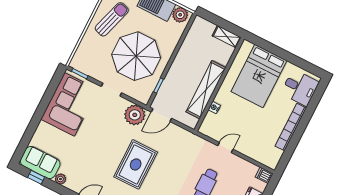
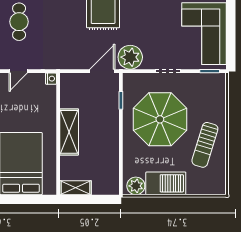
shelving: (206, 90) -> (69, 132), width x0.68
nightstand: (214, 108) -> (51, 79), moved

